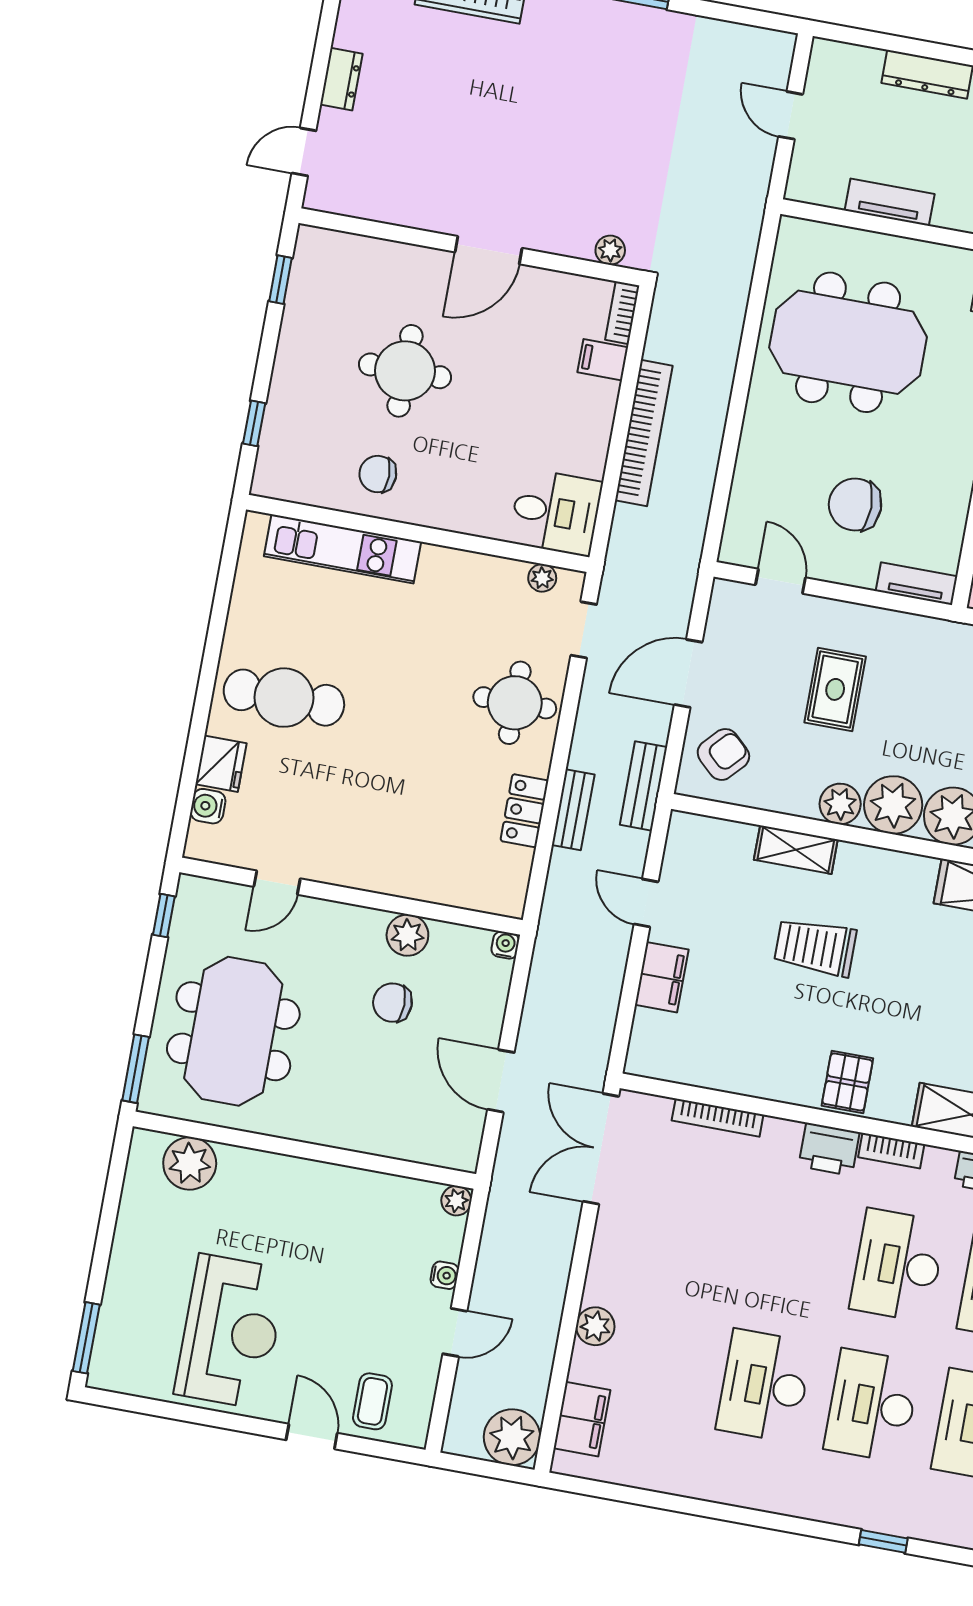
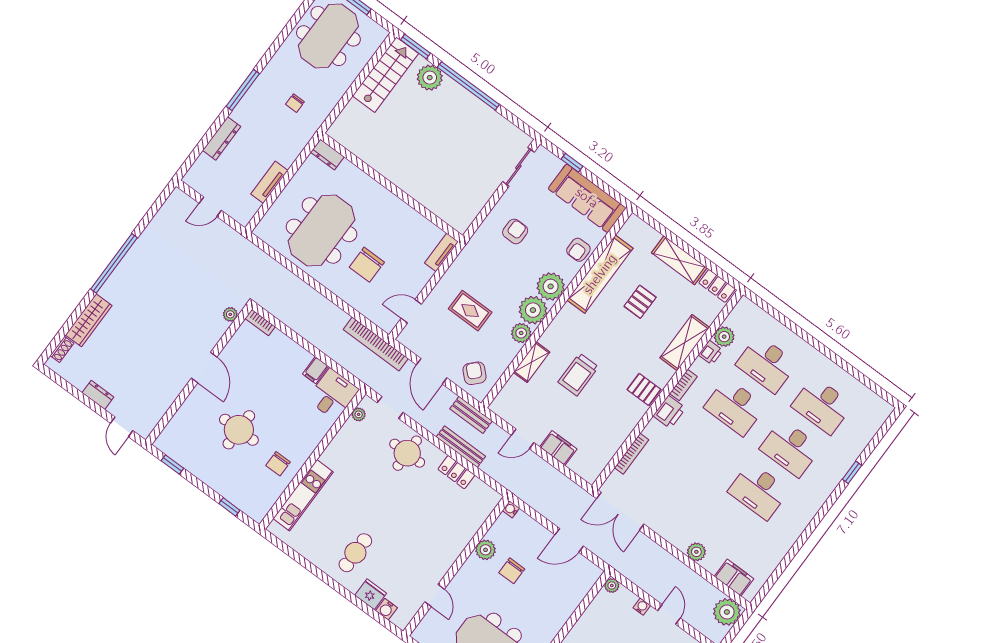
filing cabinet: (603, 360) -> (315, 370), moved
bookcase: (644, 433) -> (376, 344), moved, turned 180
chair: (855, 505) -> (367, 265), moved
cafe table: (284, 698) -> (355, 553), width x0.73, depth x0.74
bench: (573, 810) -> (461, 447), width x1.36

